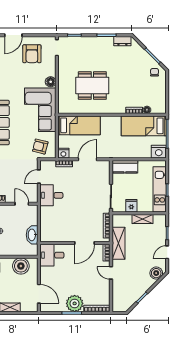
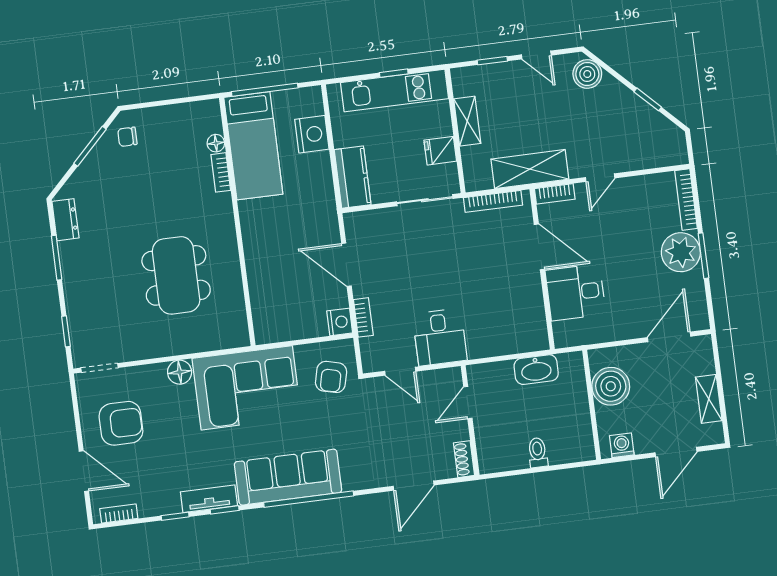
bed: (79, 125) -> (271, 294), removed
nightstand: (159, 152) -> (312, 134), moved
desk: (52, 255) -> (575, 292), moved, turned 90

